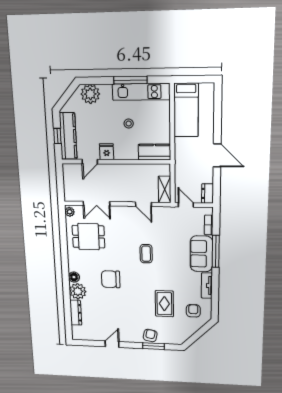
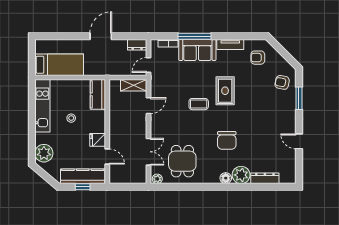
window: (130, 80) -> (32, 115), removed
rug: (164, 304) -> (225, 91), moved, turned 90
armchair: (150, 336) -> (282, 82), moved

